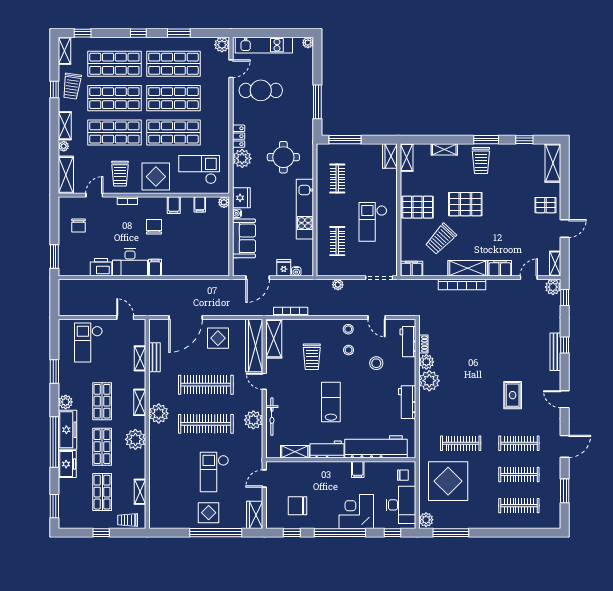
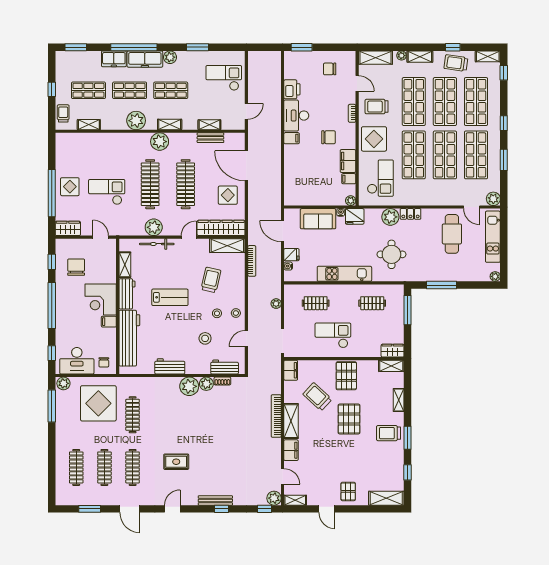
filing cabinet: (174, 205) -> (348, 161), width x2.00
trolley: (312, 357) -> (211, 280), turned 103
corner desk: (356, 512) -> (101, 300), moved, turned 180

